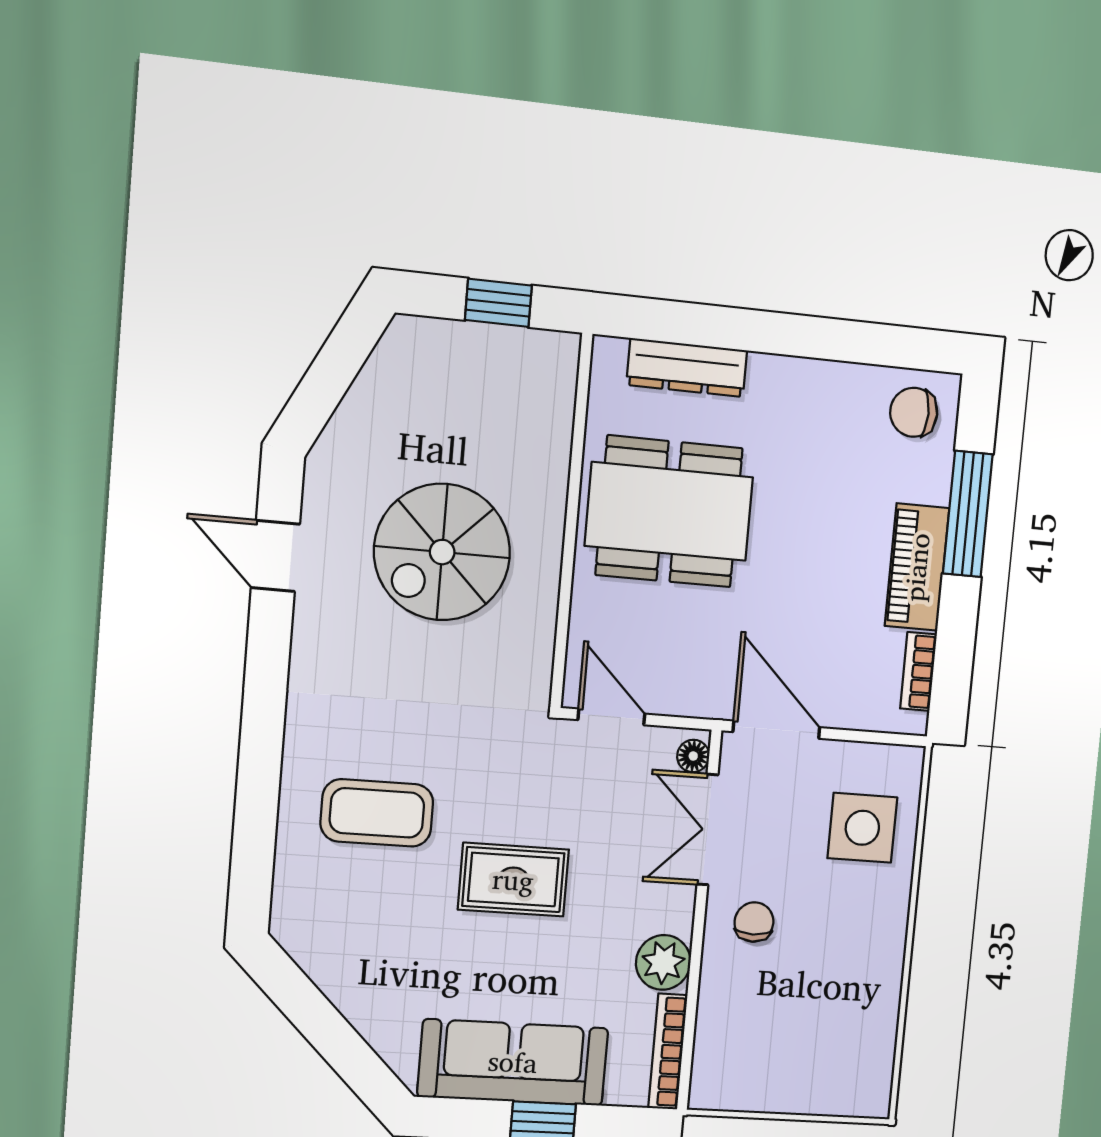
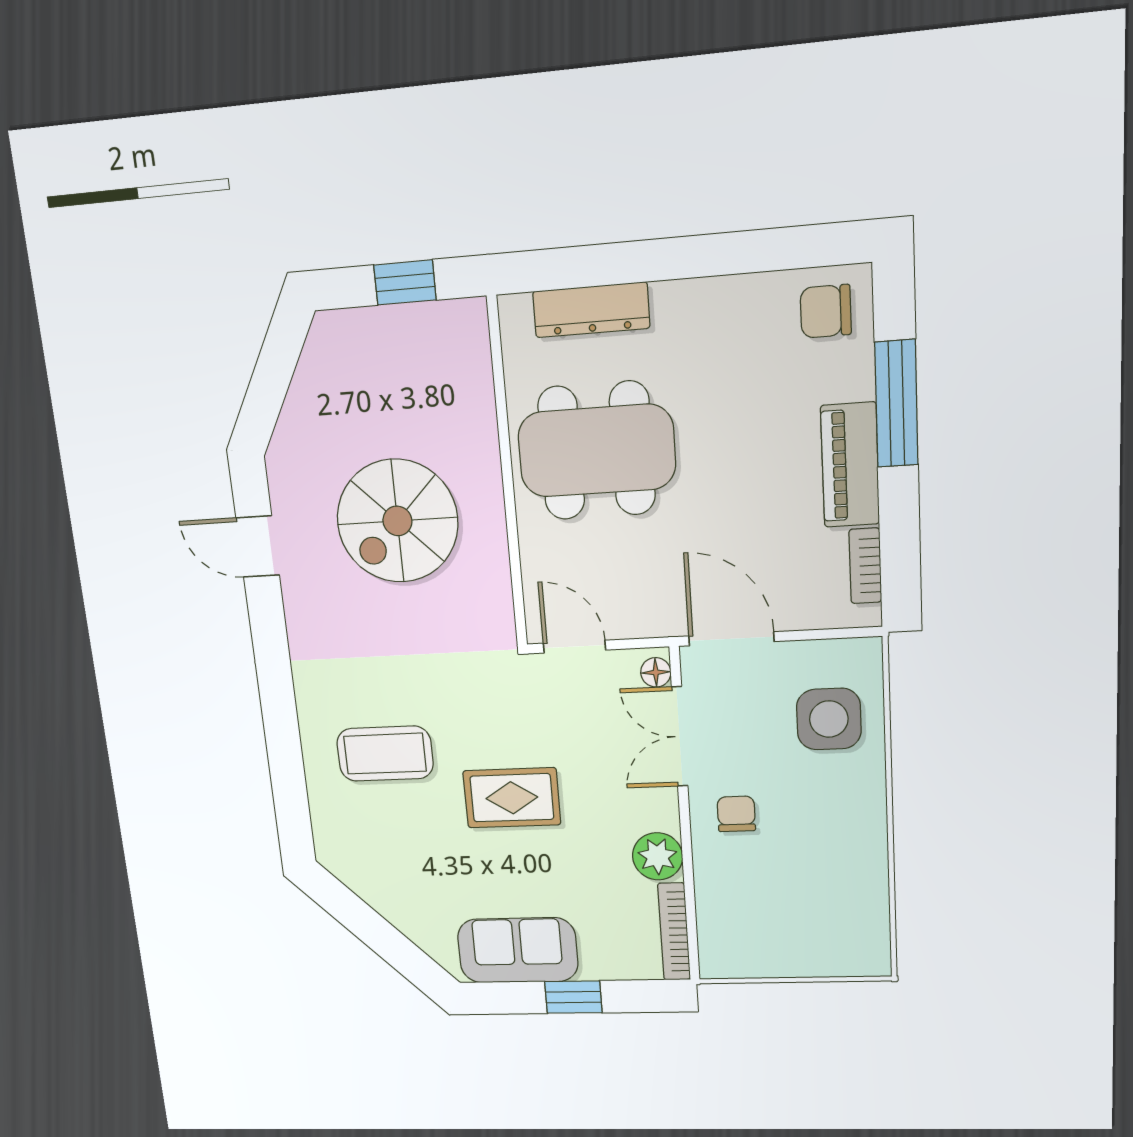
sofa: (513, 1062) -> (518, 950), width x0.73

